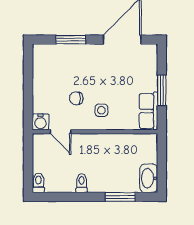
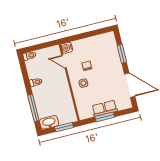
row of seats: (148, 111) -> (105, 108), moved
door: (61, 132) -> (64, 62), hinge flipped
window: (162, 157) -> (64, 127), added
window: (120, 197) -> (33, 108), width x1.44

